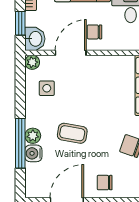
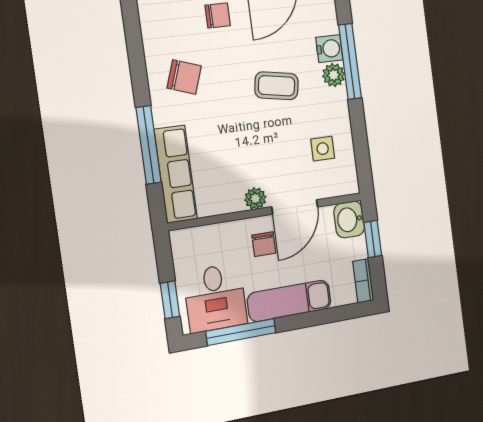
chair: (94, 32) -> (264, 244), turned 90
plant: (32, 62) -> (255, 198), moved

